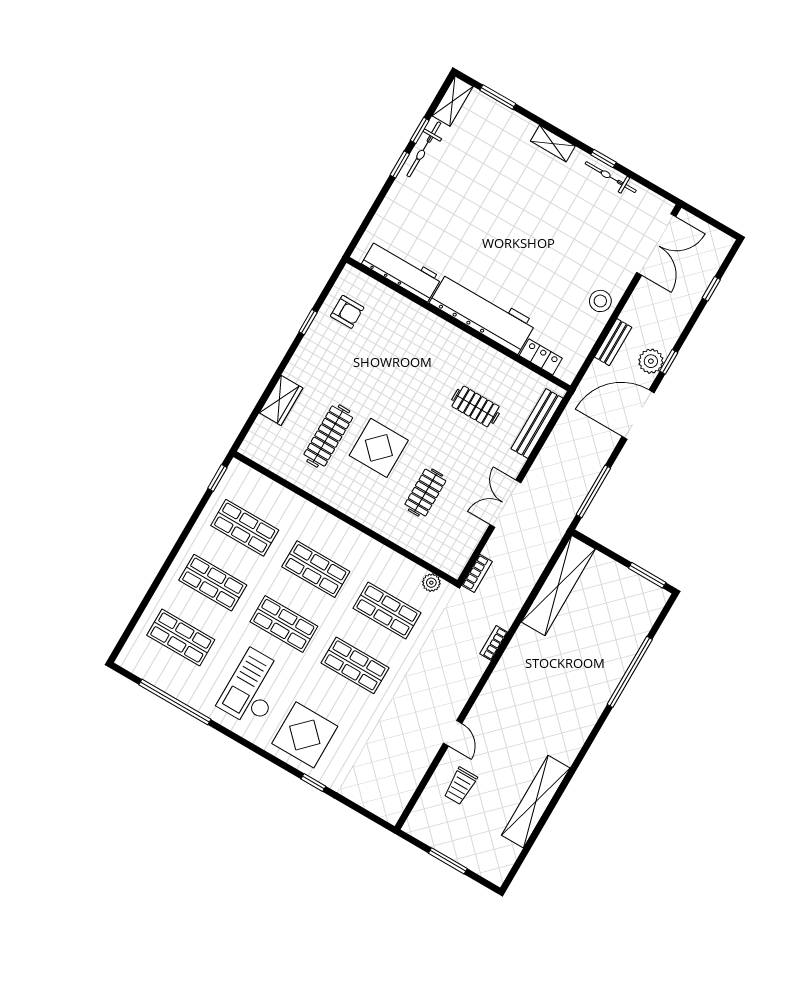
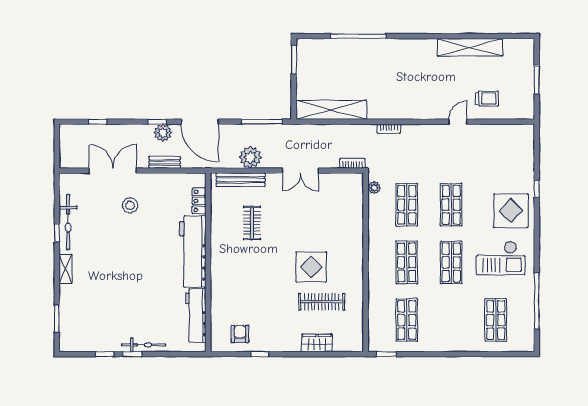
shelving: (452, 101) -> (75, 344), removed
bicycle: (424, 149) -> (143, 345), moved
bicycle: (611, 177) -> (68, 222), width x1.37, depth x1.40
double door: (656, 244) -> (113, 171), moved
stool: (600, 301) -> (130, 205), moved
plant: (558, 451) -> (250, 157), added
clothes rail: (425, 493) -> (322, 223), removed
shop shelf: (213, 583) -> (451, 320), removed

